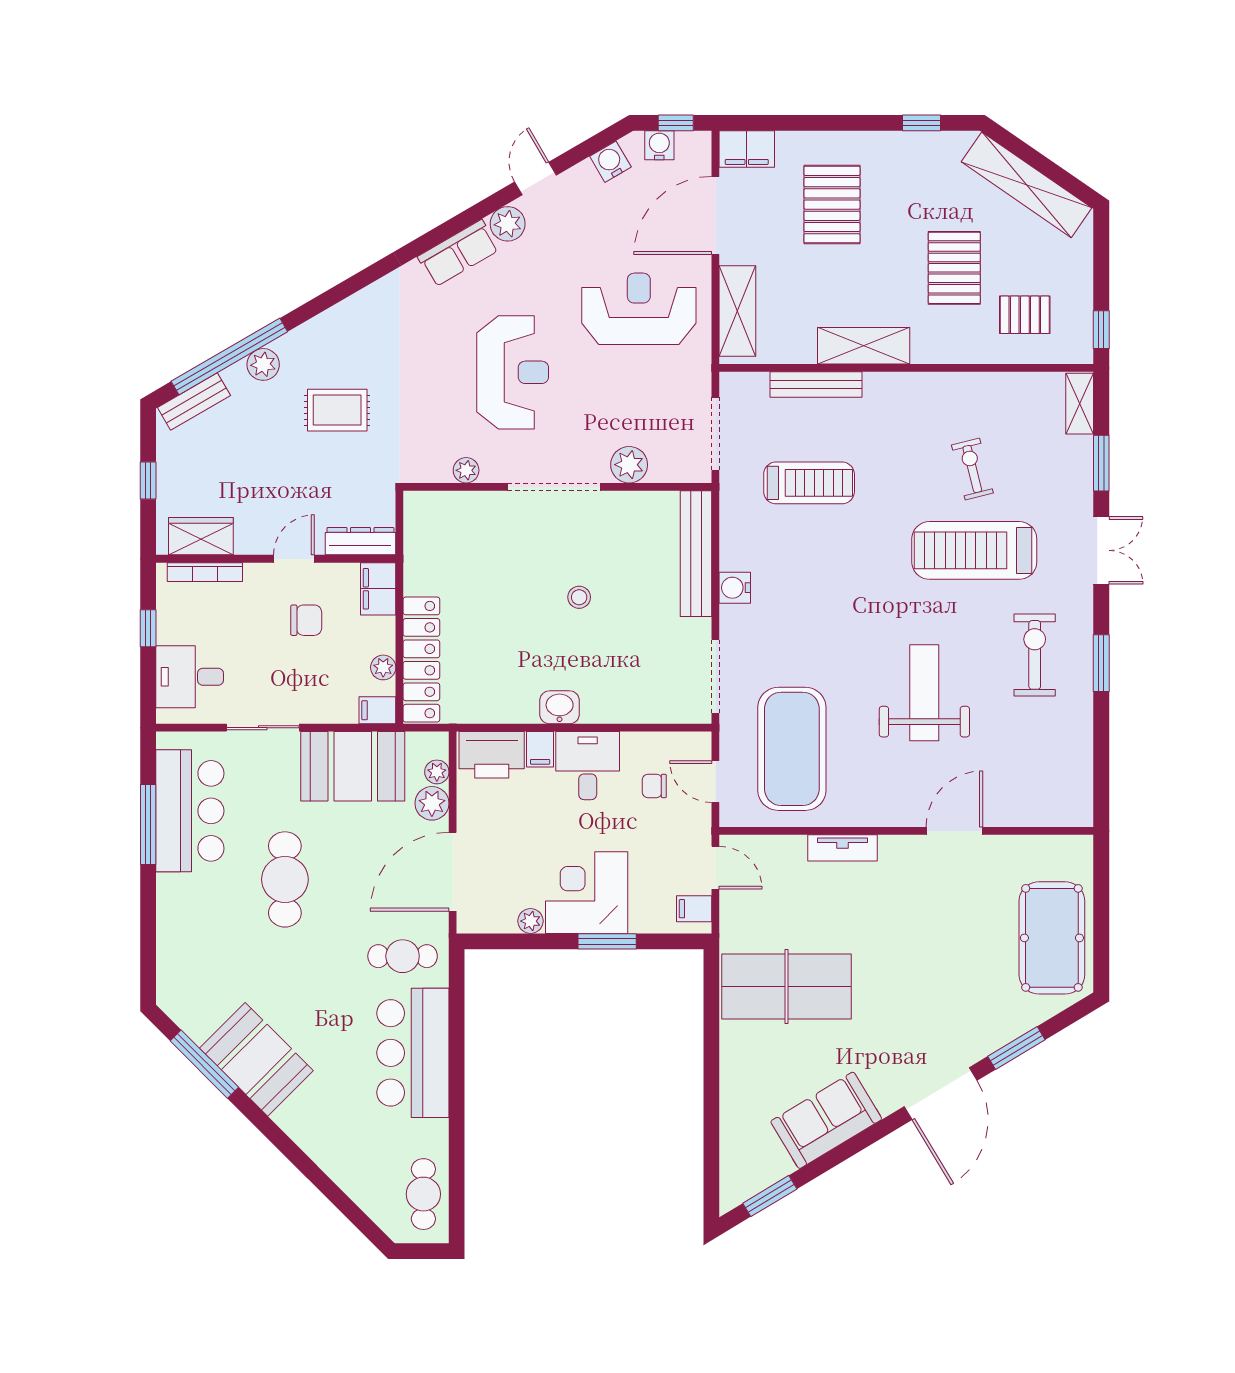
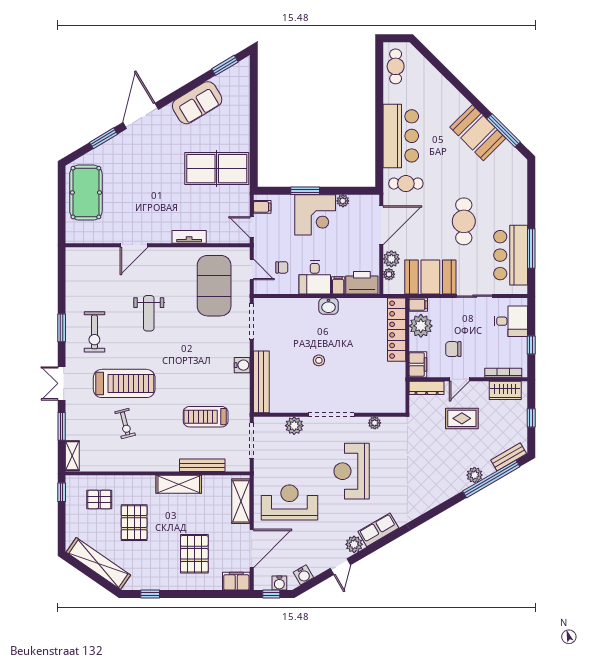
reception desk: (639, 309) -> (289, 502), turned 180
rug: (337, 410) -> (462, 418), moved
plant: (383, 667) -> (421, 326), width x1.88, depth x1.88
weight bench: (924, 693) -> (149, 313), width x0.73, depth x0.75

